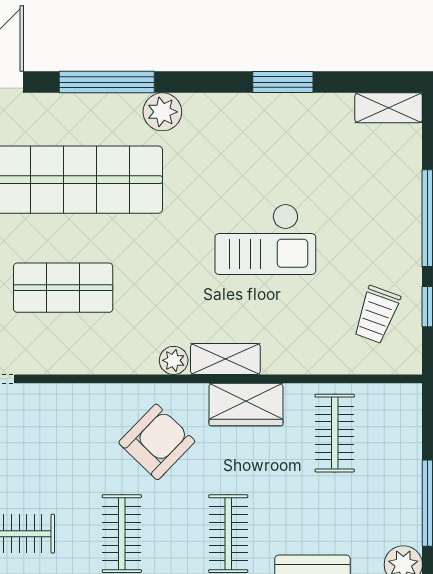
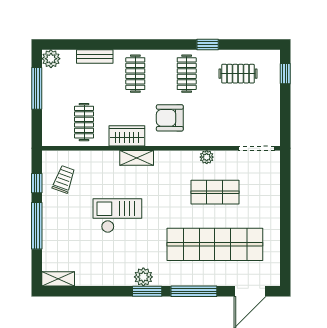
window: (283, 82) -> (147, 291), moved
plant: (162, 112) -> (143, 277), moved
plant: (174, 360) -> (207, 157), moved
armchair: (157, 442) -> (170, 118), turned 46

